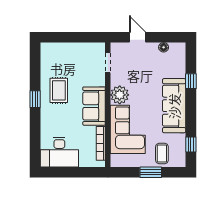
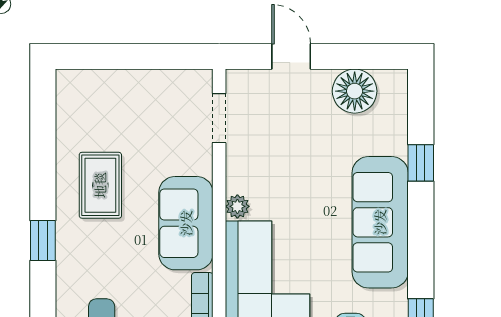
floor lamp: (164, 47) -> (355, 91), width x1.89, depth x1.89
plant: (120, 95) -> (237, 206), width x0.53, depth x0.53
window: (35, 99) -> (43, 240), moved

